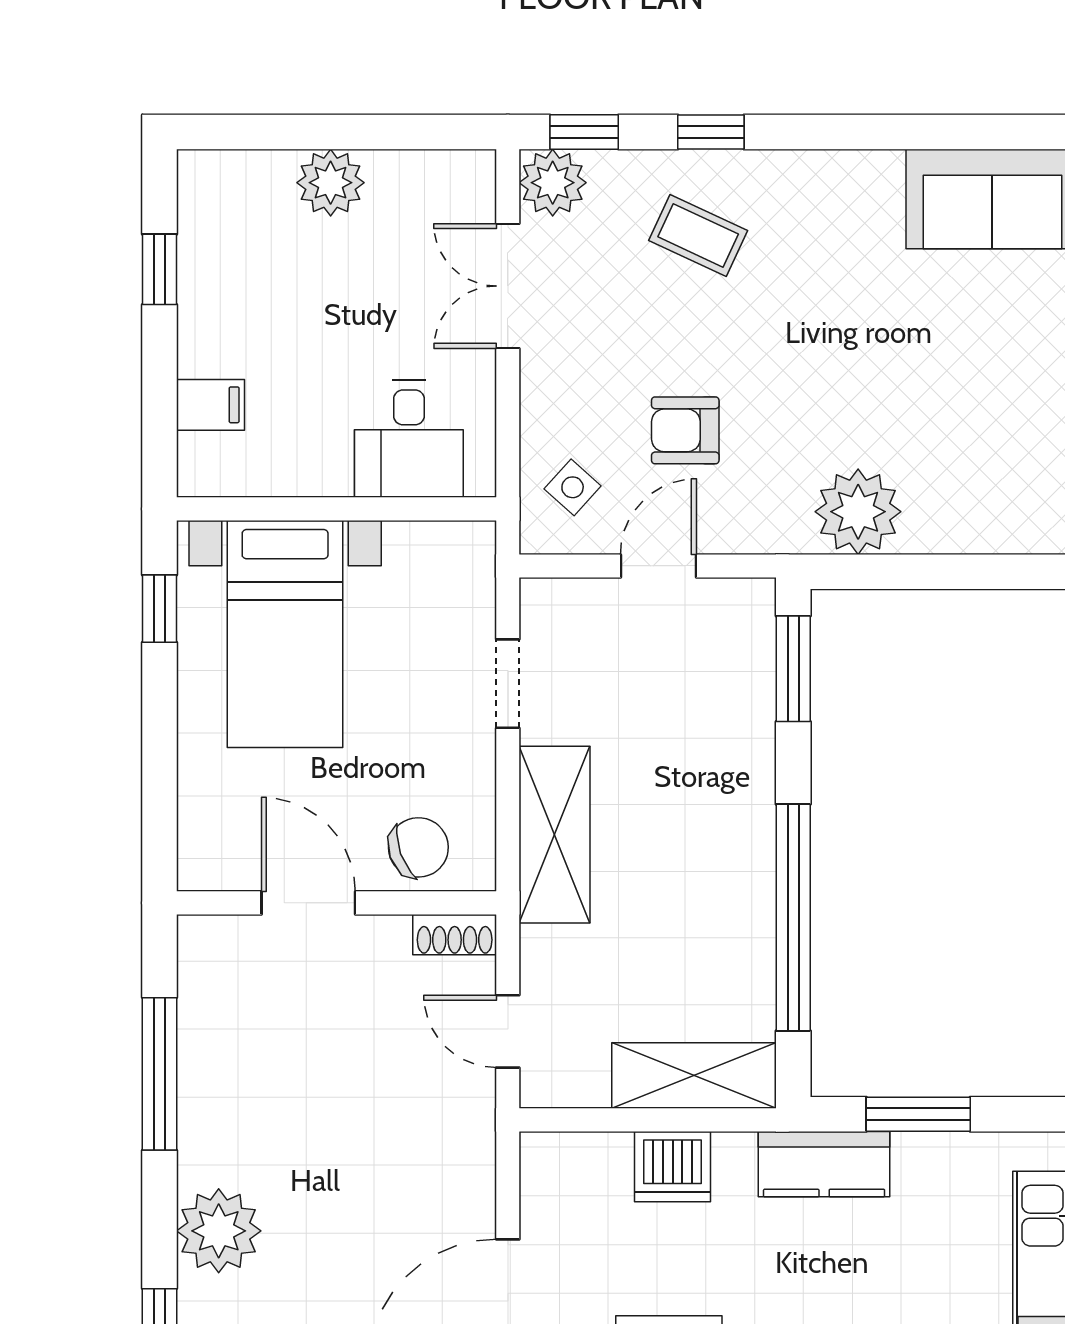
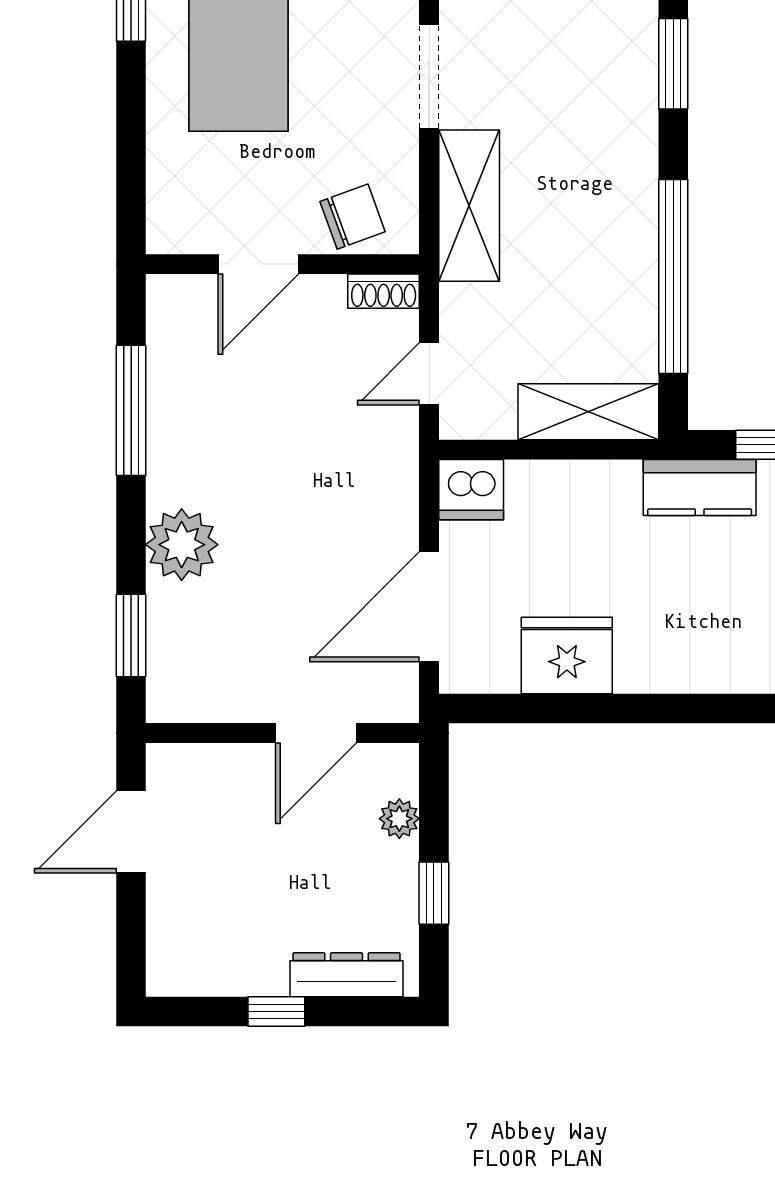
doorway: (508, 684) -> (429, 76), width x1.38
door: (308, 903) -> (258, 264), swing flipped
door: (508, 1031) -> (429, 374), hinge flipped
dishwasher: (673, 1167) -> (471, 490), moved

